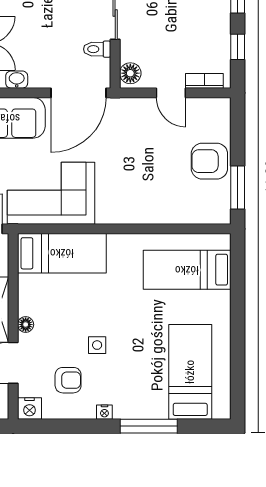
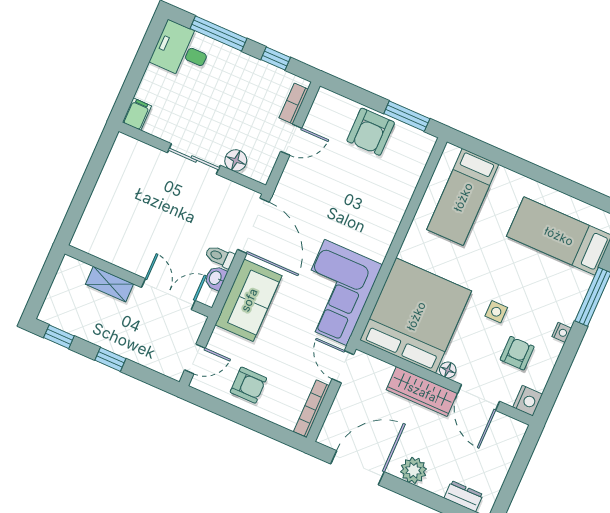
toilet: (97, 49) -> (220, 257), moved, turned 90
floor lamp: (130, 73) -> (236, 160), moved
bed: (62, 253) -> (416, 316), width x2.04

